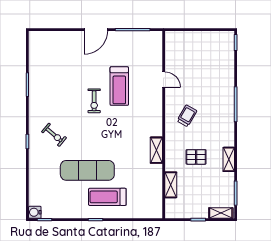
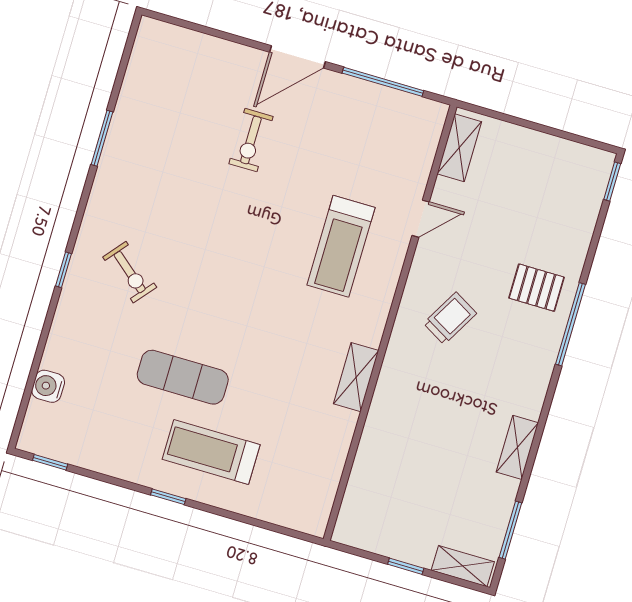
door: (164, 80) -> (421, 219), hinge flipped
treadmill: (119, 86) -> (341, 246), moved
exercise bike: (94, 101) -> (251, 140), moved
pallet: (196, 157) -> (537, 288), moved
exercise mat: (87, 170) -> (183, 377), width x0.73, depth x0.69
shelving: (171, 185) -> (459, 148), moved
water cooler: (35, 212) -> (48, 386), moved

